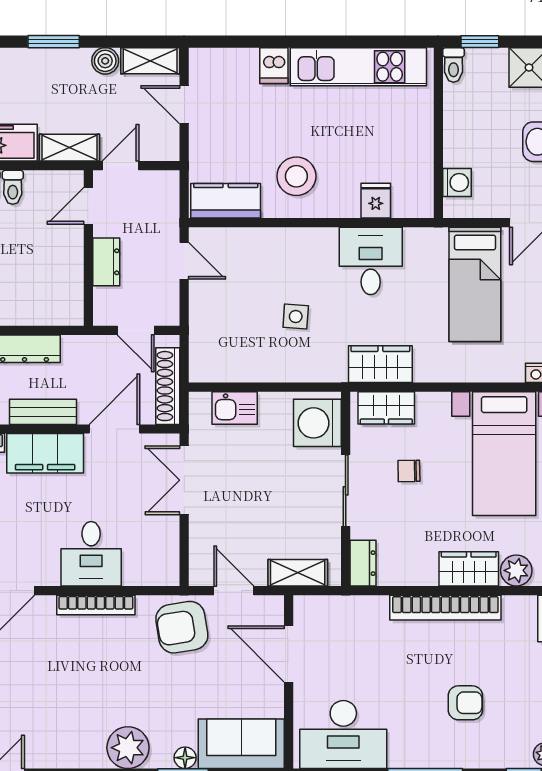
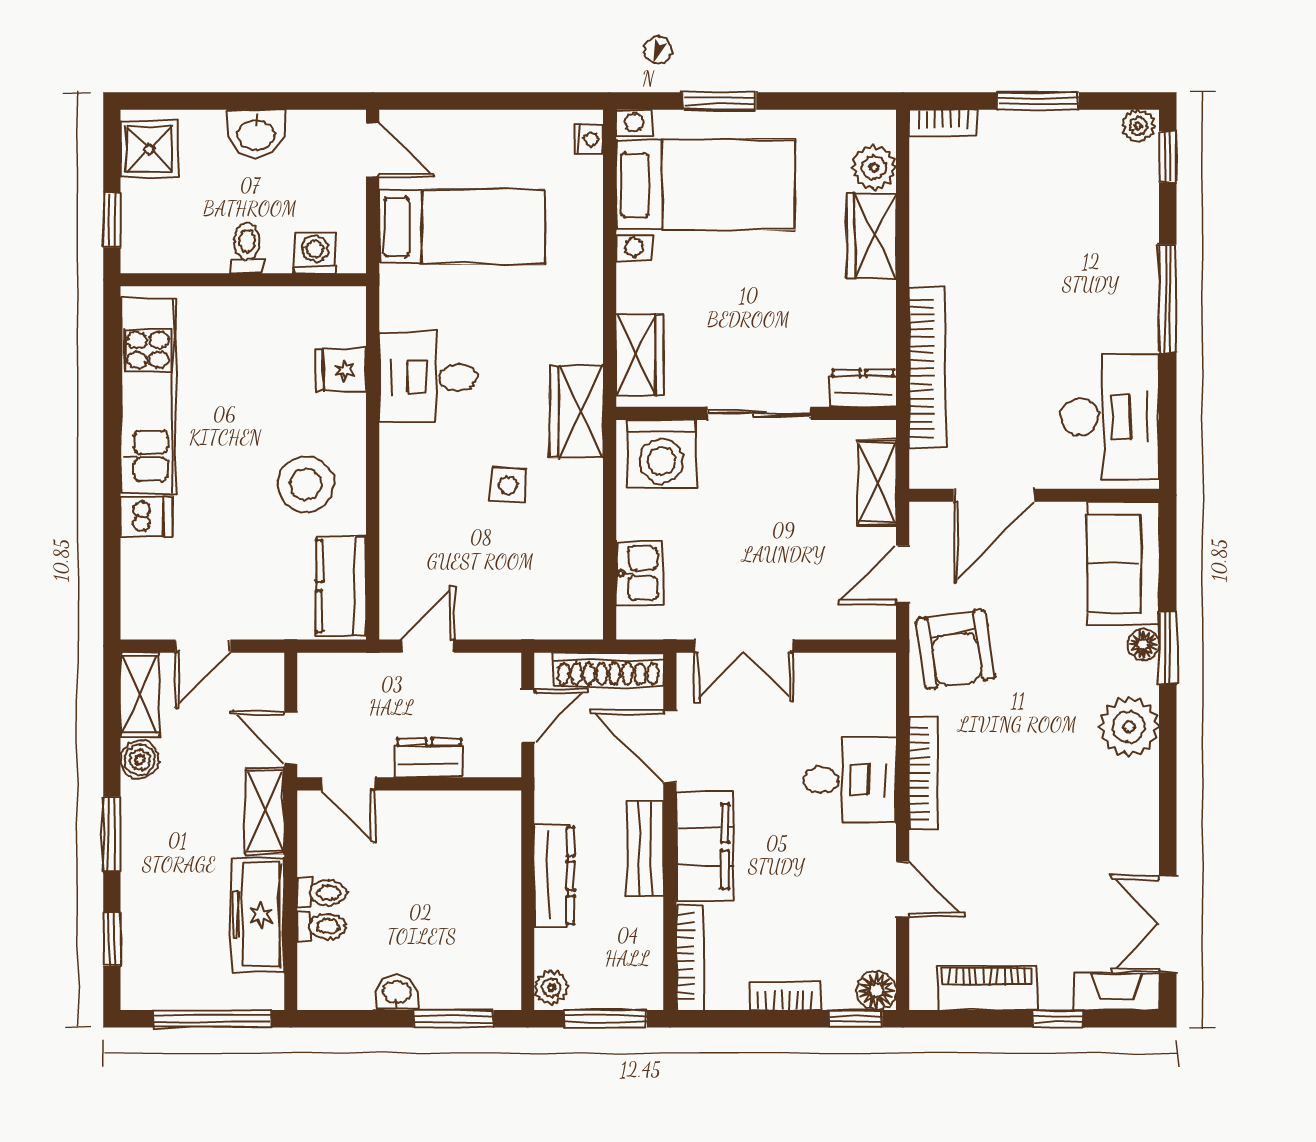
toilet: (454, 65) -> (247, 248), moved, turned -90
wardrobe: (380, 364) -> (577, 412), moved
chair: (409, 471) -> (730, 322), removed
bookcase: (445, 608) -> (927, 368), moved
armchair: (465, 703) -> (1064, 241), removed

